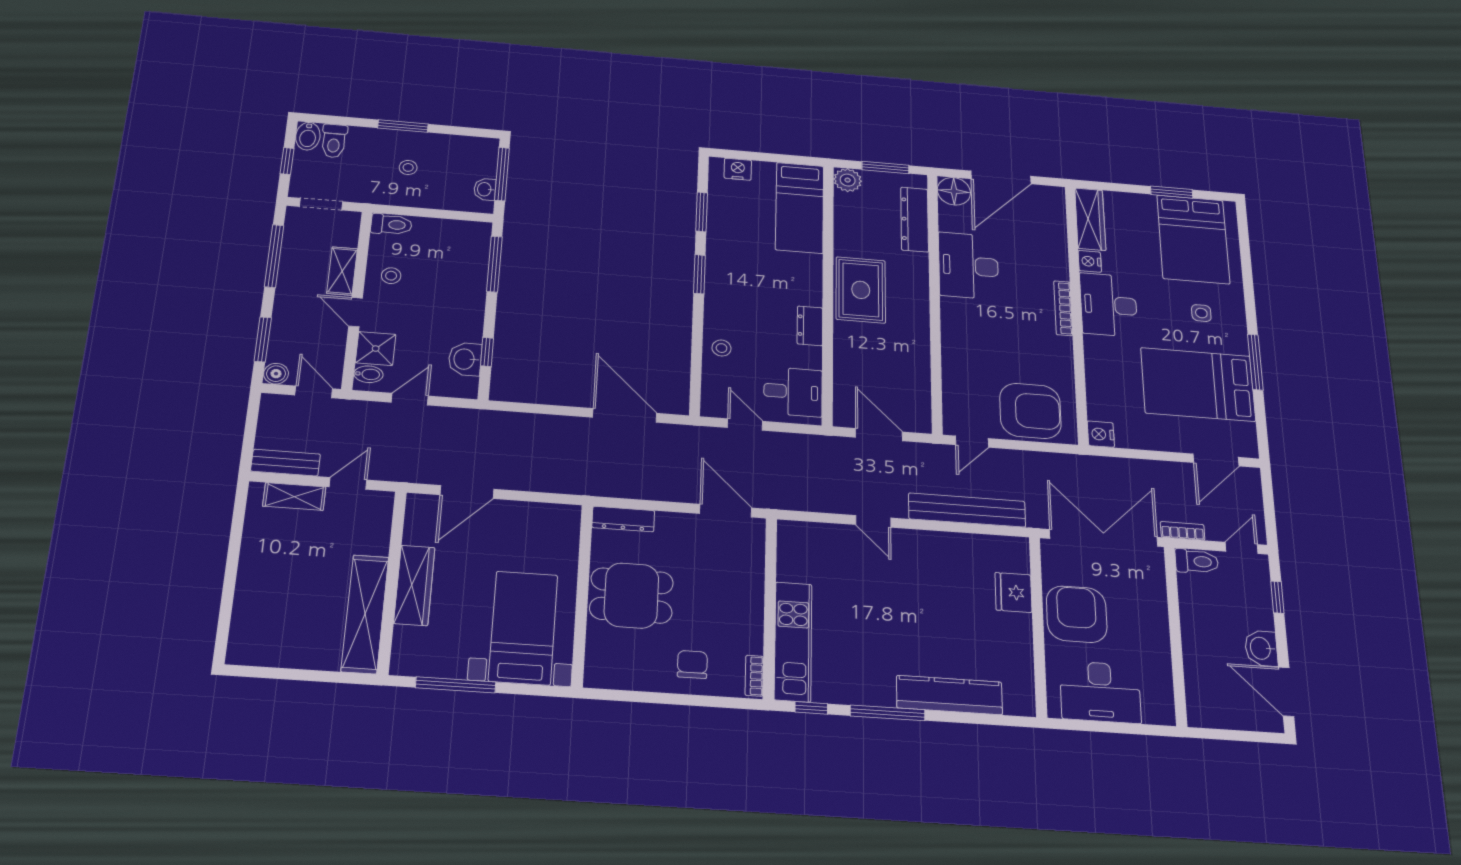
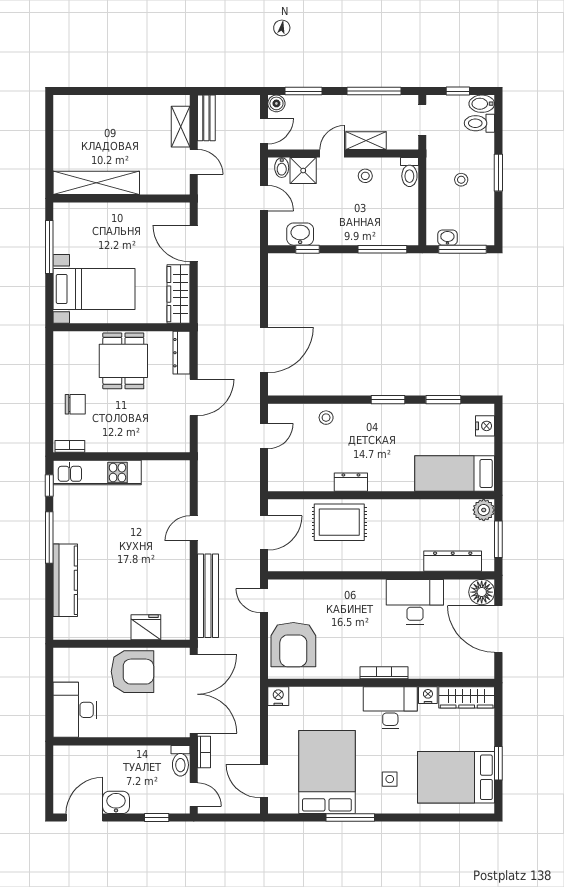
rug: (861, 290) -> (339, 522), moved
desk: (793, 392) -> (294, 470), removed
door: (726, 511) -> (194, 397), moved
wardrobe: (414, 585) -> (178, 294), moved, turned 90
desk: (1100, 692) -> (75, 710), moved

